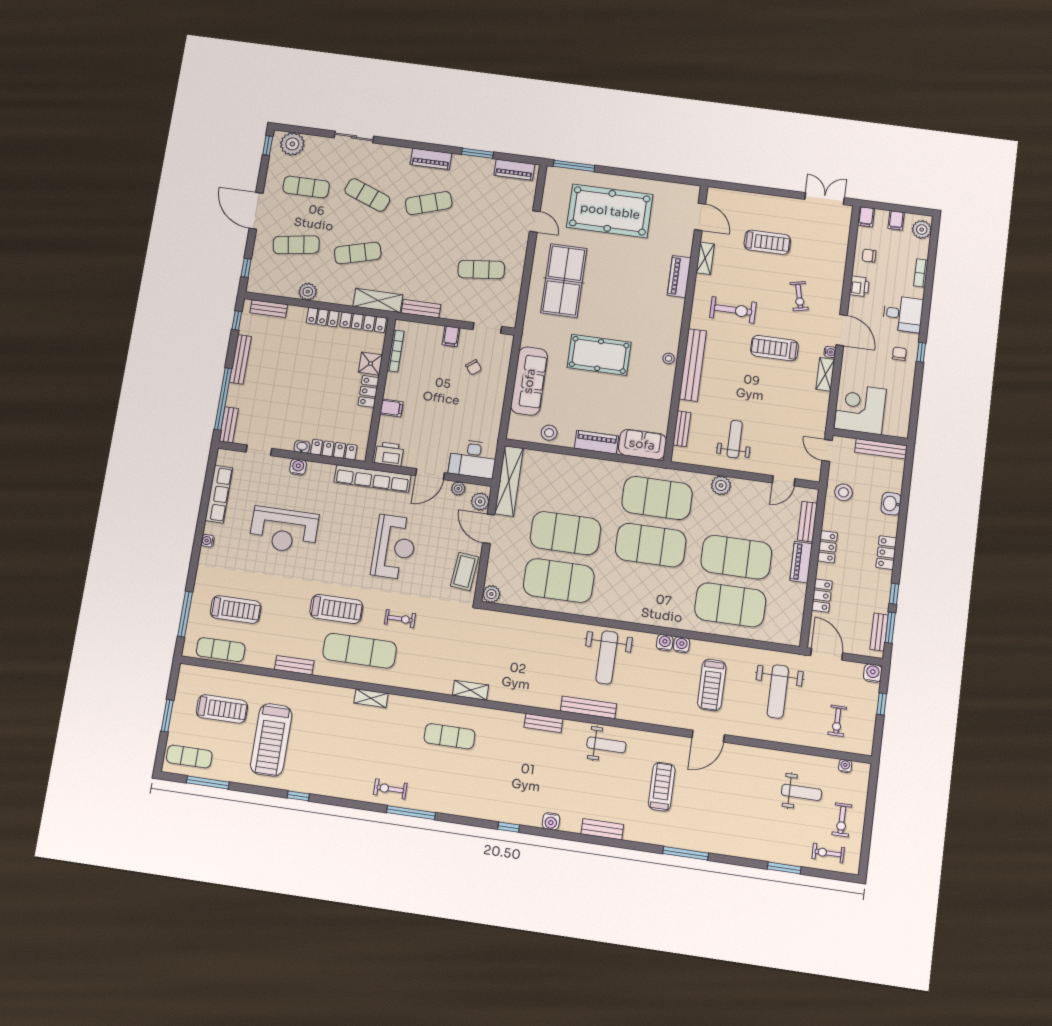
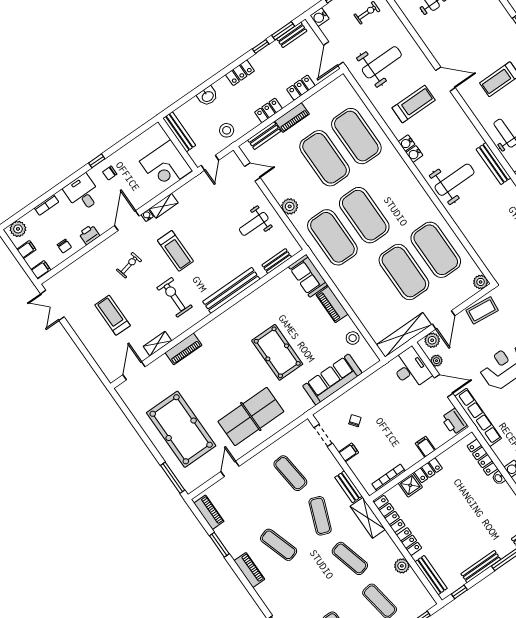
exercise mat: (367, 195) -> (320, 516), moved
bench: (269, 309) -> (431, 575), width x1.36
stool: (669, 358) -> (241, 309), removed

